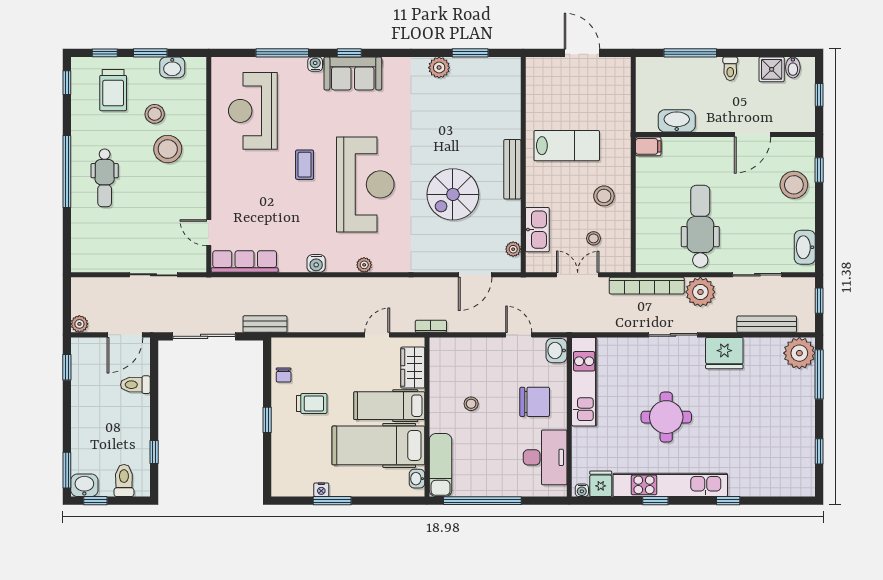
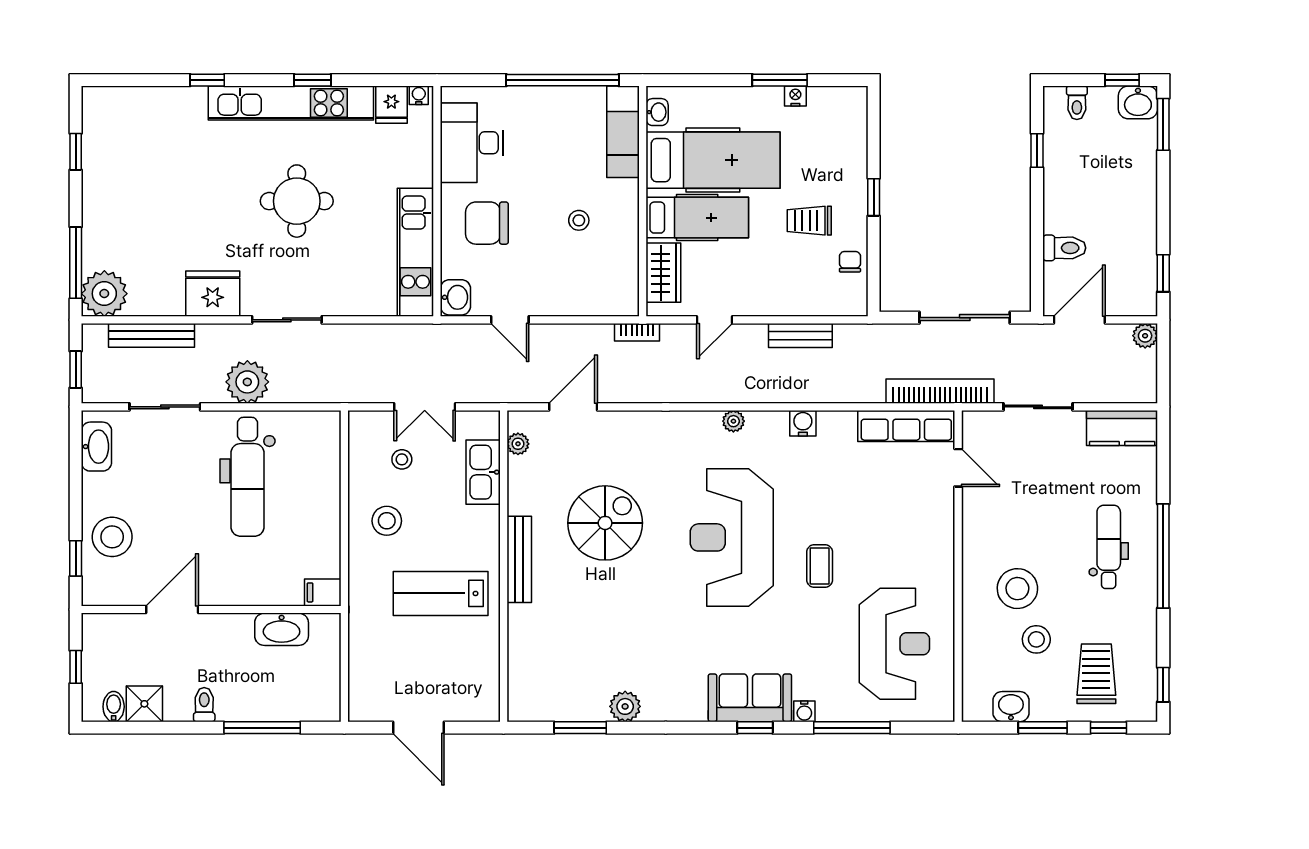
kitchen counter: (95, 260) -> (1122, 428), added
bookcase: (647, 286) -> (940, 391), moved
bench: (265, 324) -> (800, 335), moved
toilet: (124, 481) -> (1077, 103), width x0.73, depth x0.72

